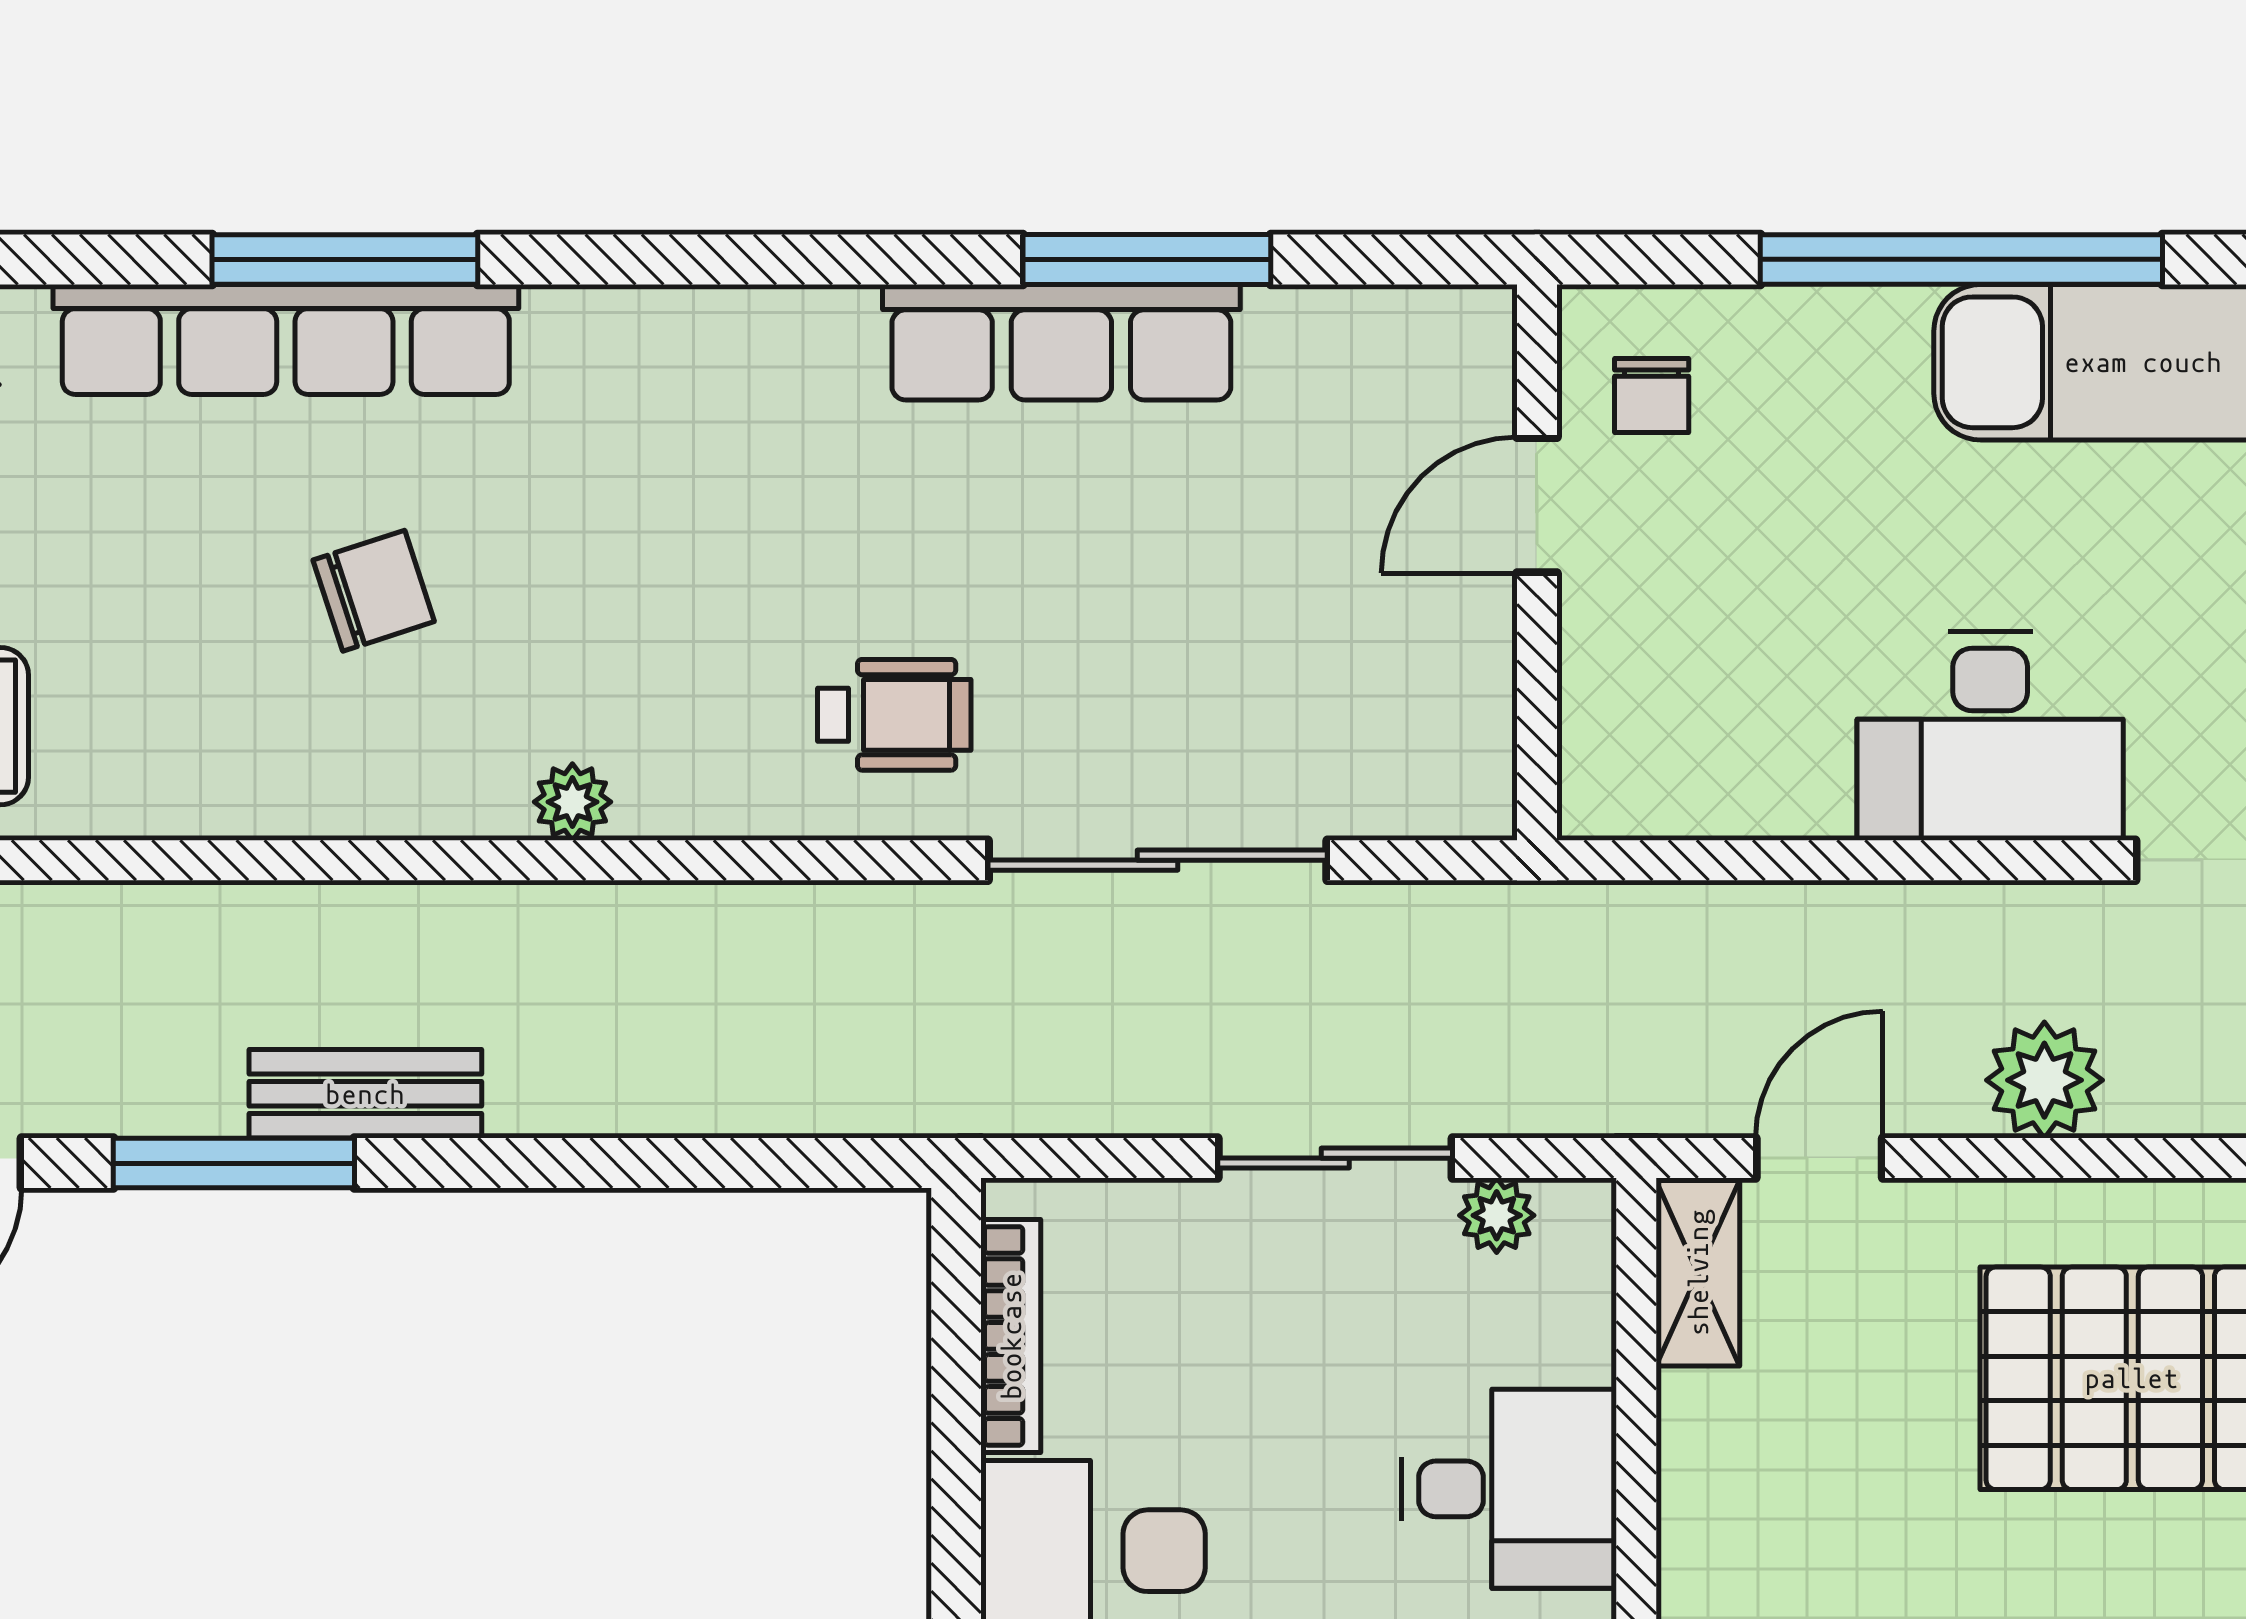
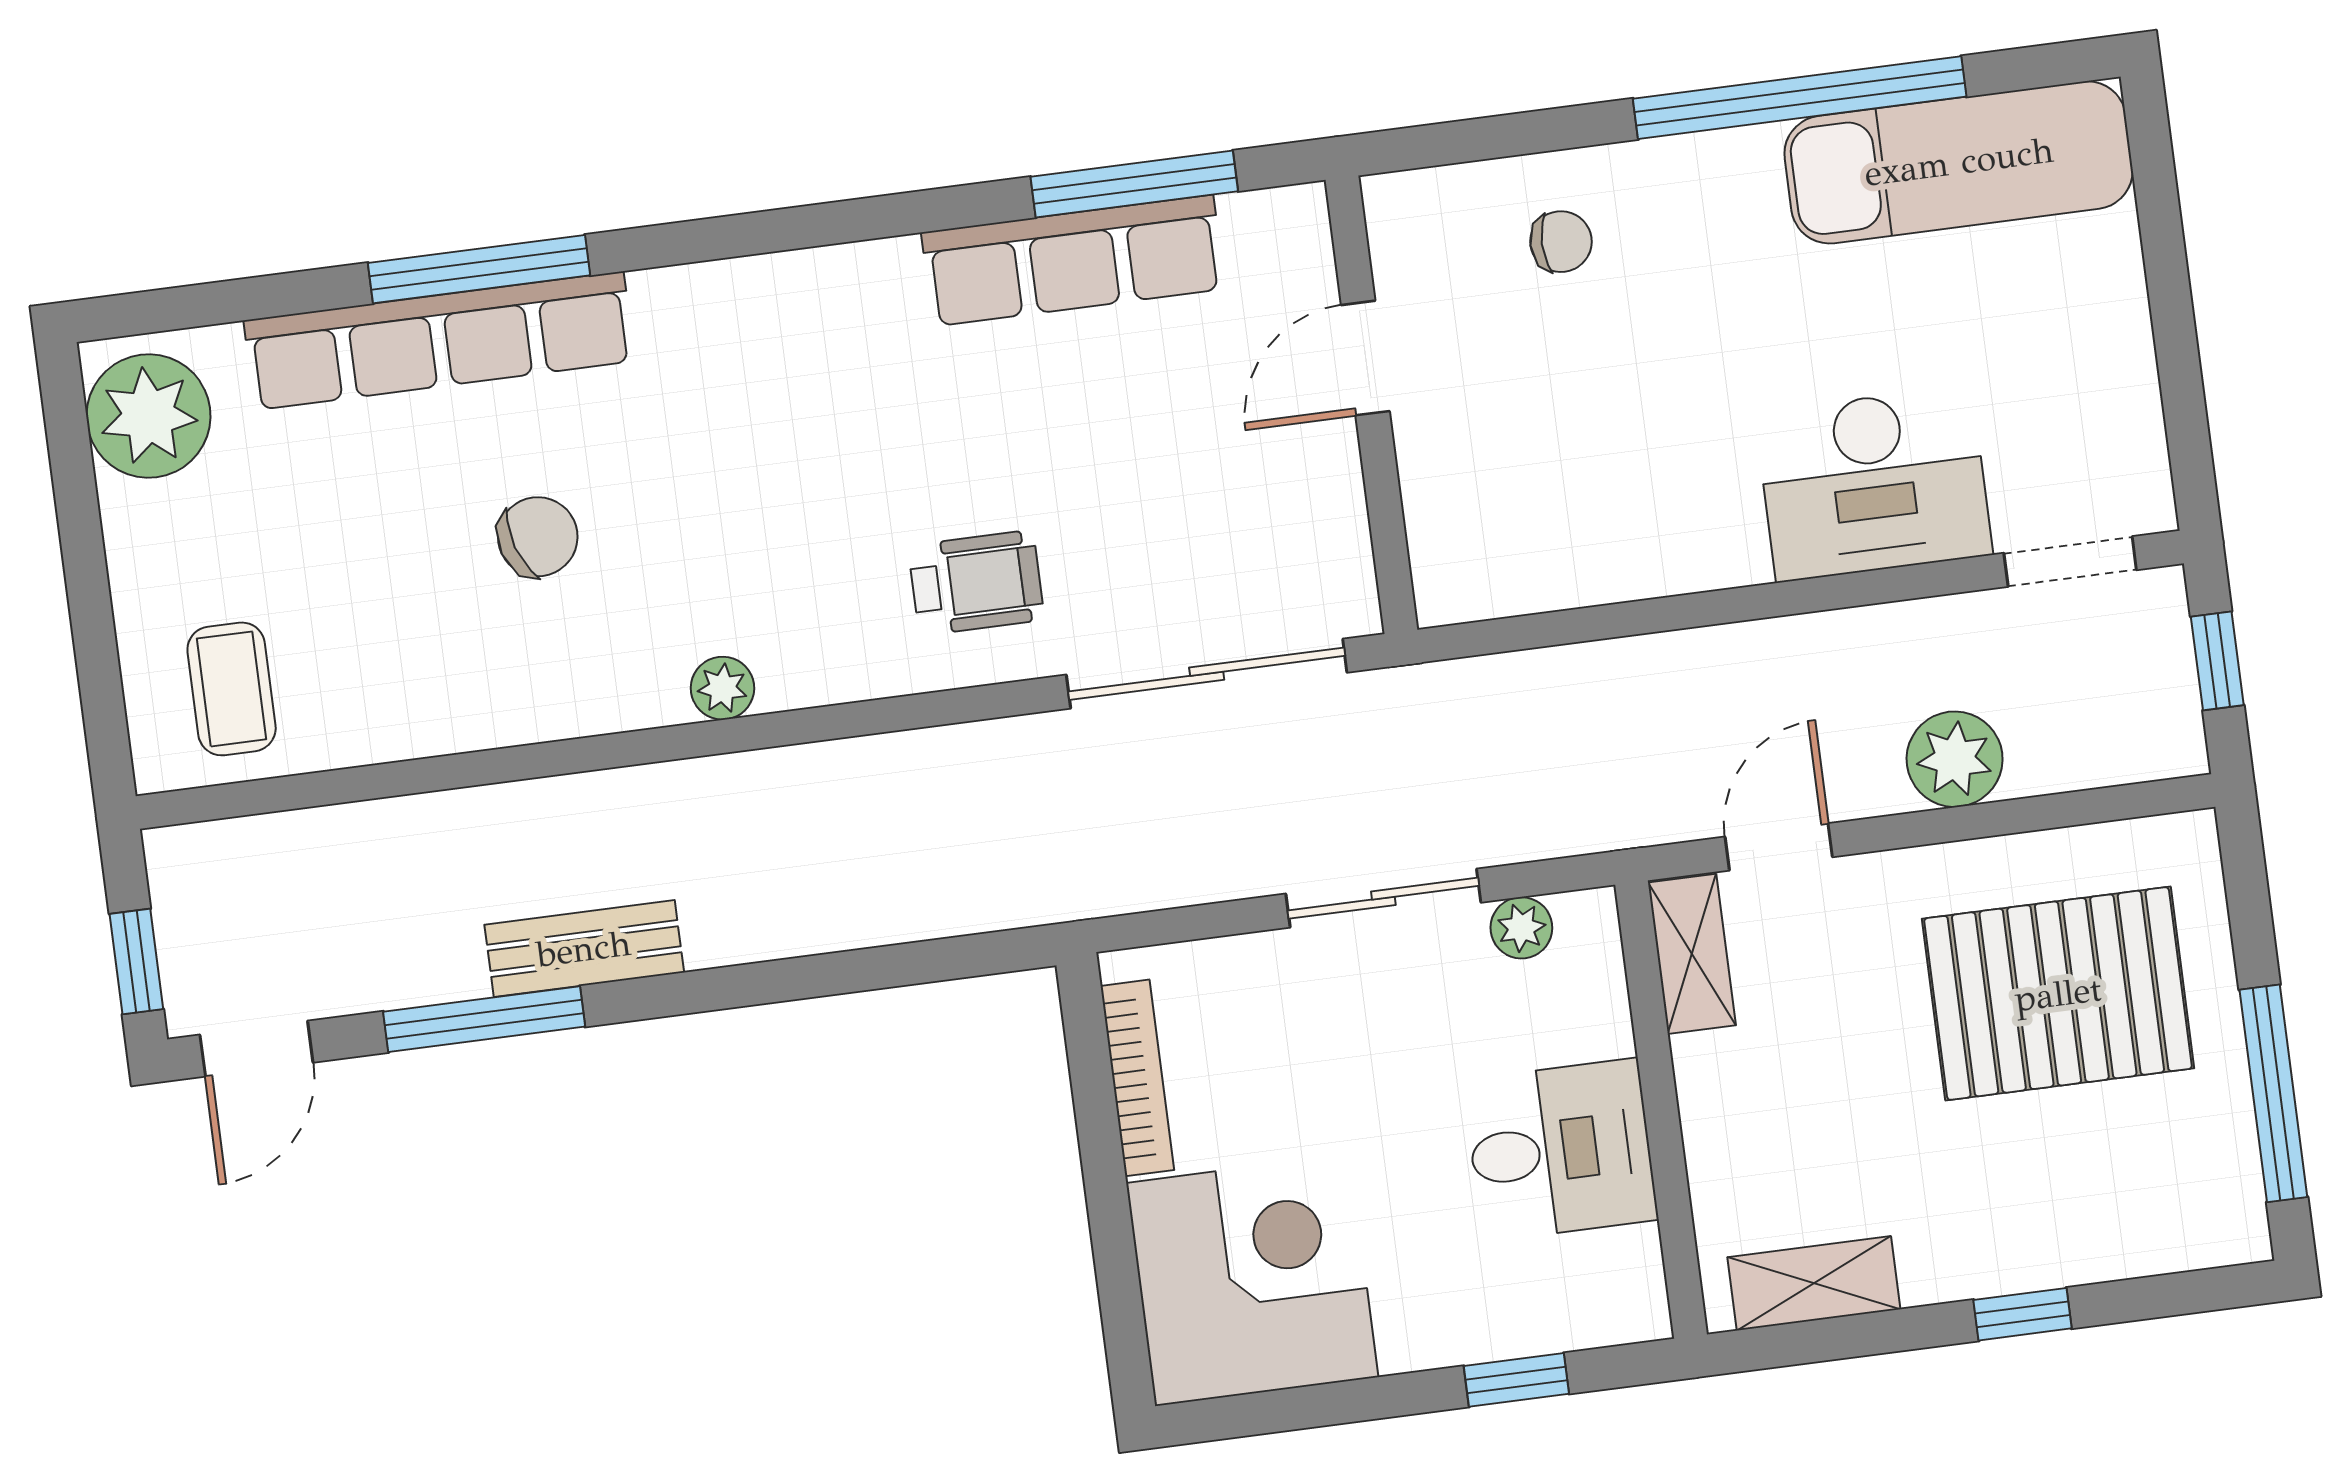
chair: (1652, 395) -> (1561, 242), turned -90
door: (1537, 505) -> (1365, 358), moved
wall: (1537, 562) -> (1371, 405), moved

